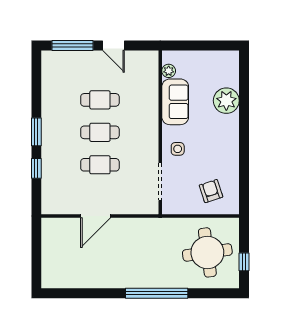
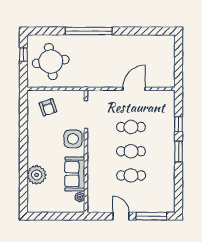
side table: (178, 149) -> (73, 139), width x1.87, depth x1.87

